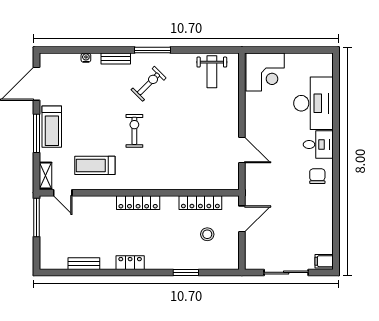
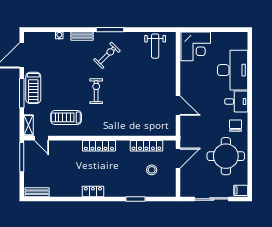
round table: (305, 216) -> (226, 156), added
bench: (84, 264) -> (37, 192), moved

